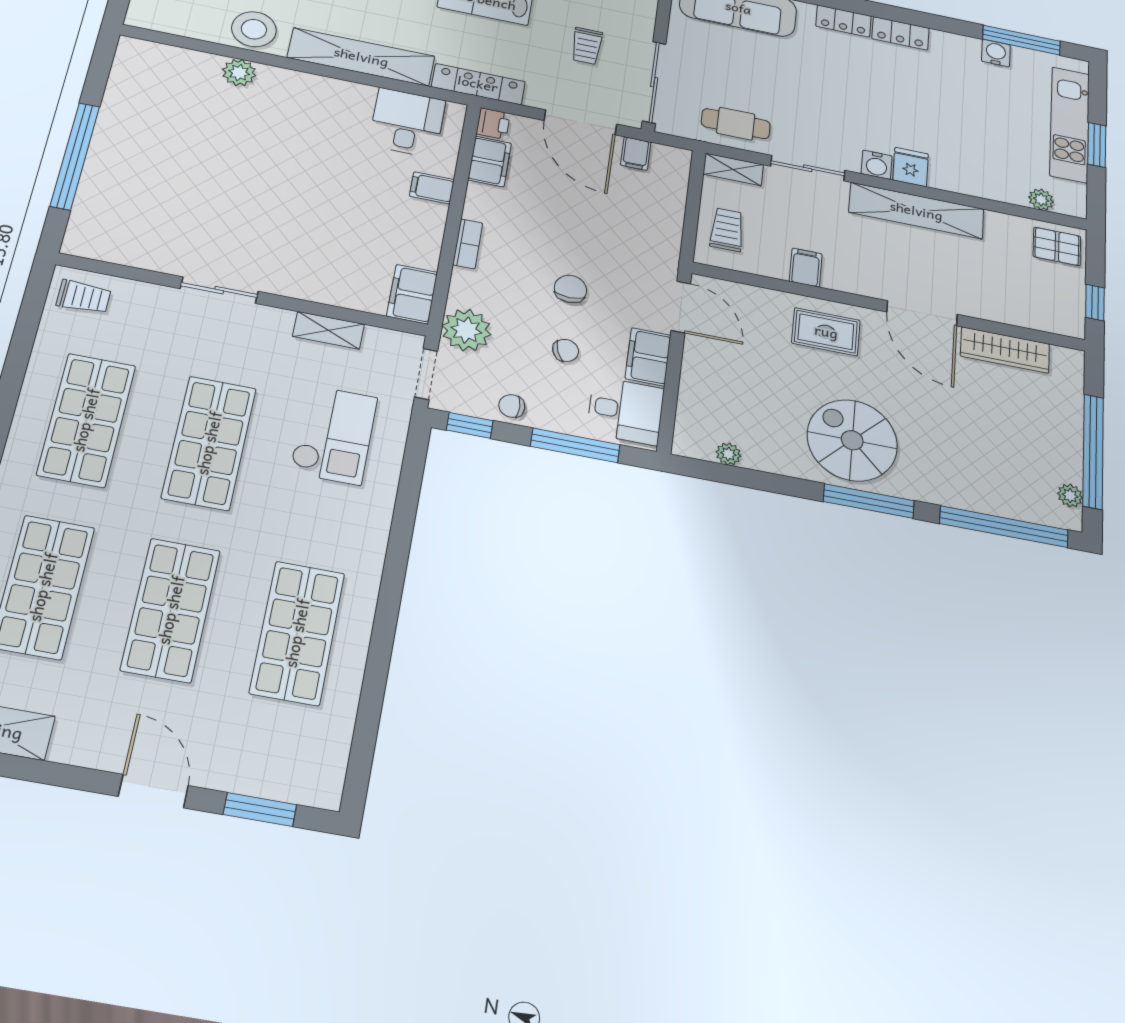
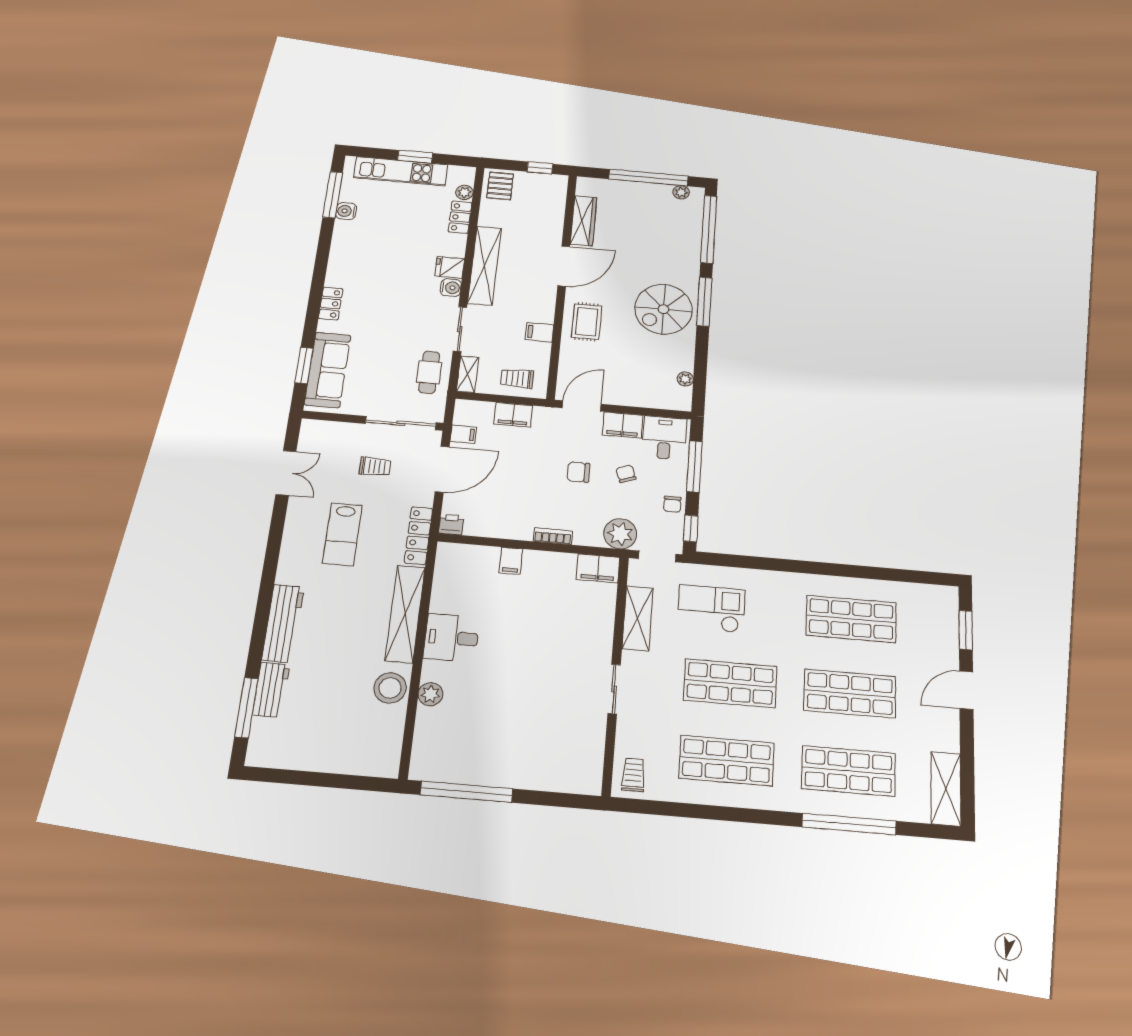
locker: (900, 33) -> (460, 217), moved, turned 180
desk: (407, 123) -> (451, 638), moved
window: (75, 156) -> (466, 792), moved
filing cabinet: (490, 161) -> (513, 415), moved, turned 180
shelving: (328, 330) -> (638, 618), width x1.50, depth x1.33

